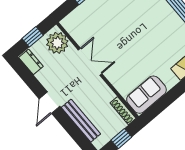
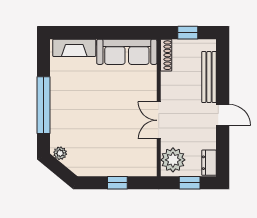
sofa: (146, 95) -> (127, 52), width x1.36
door: (50, 103) -> (223, 115), hinge flipped

